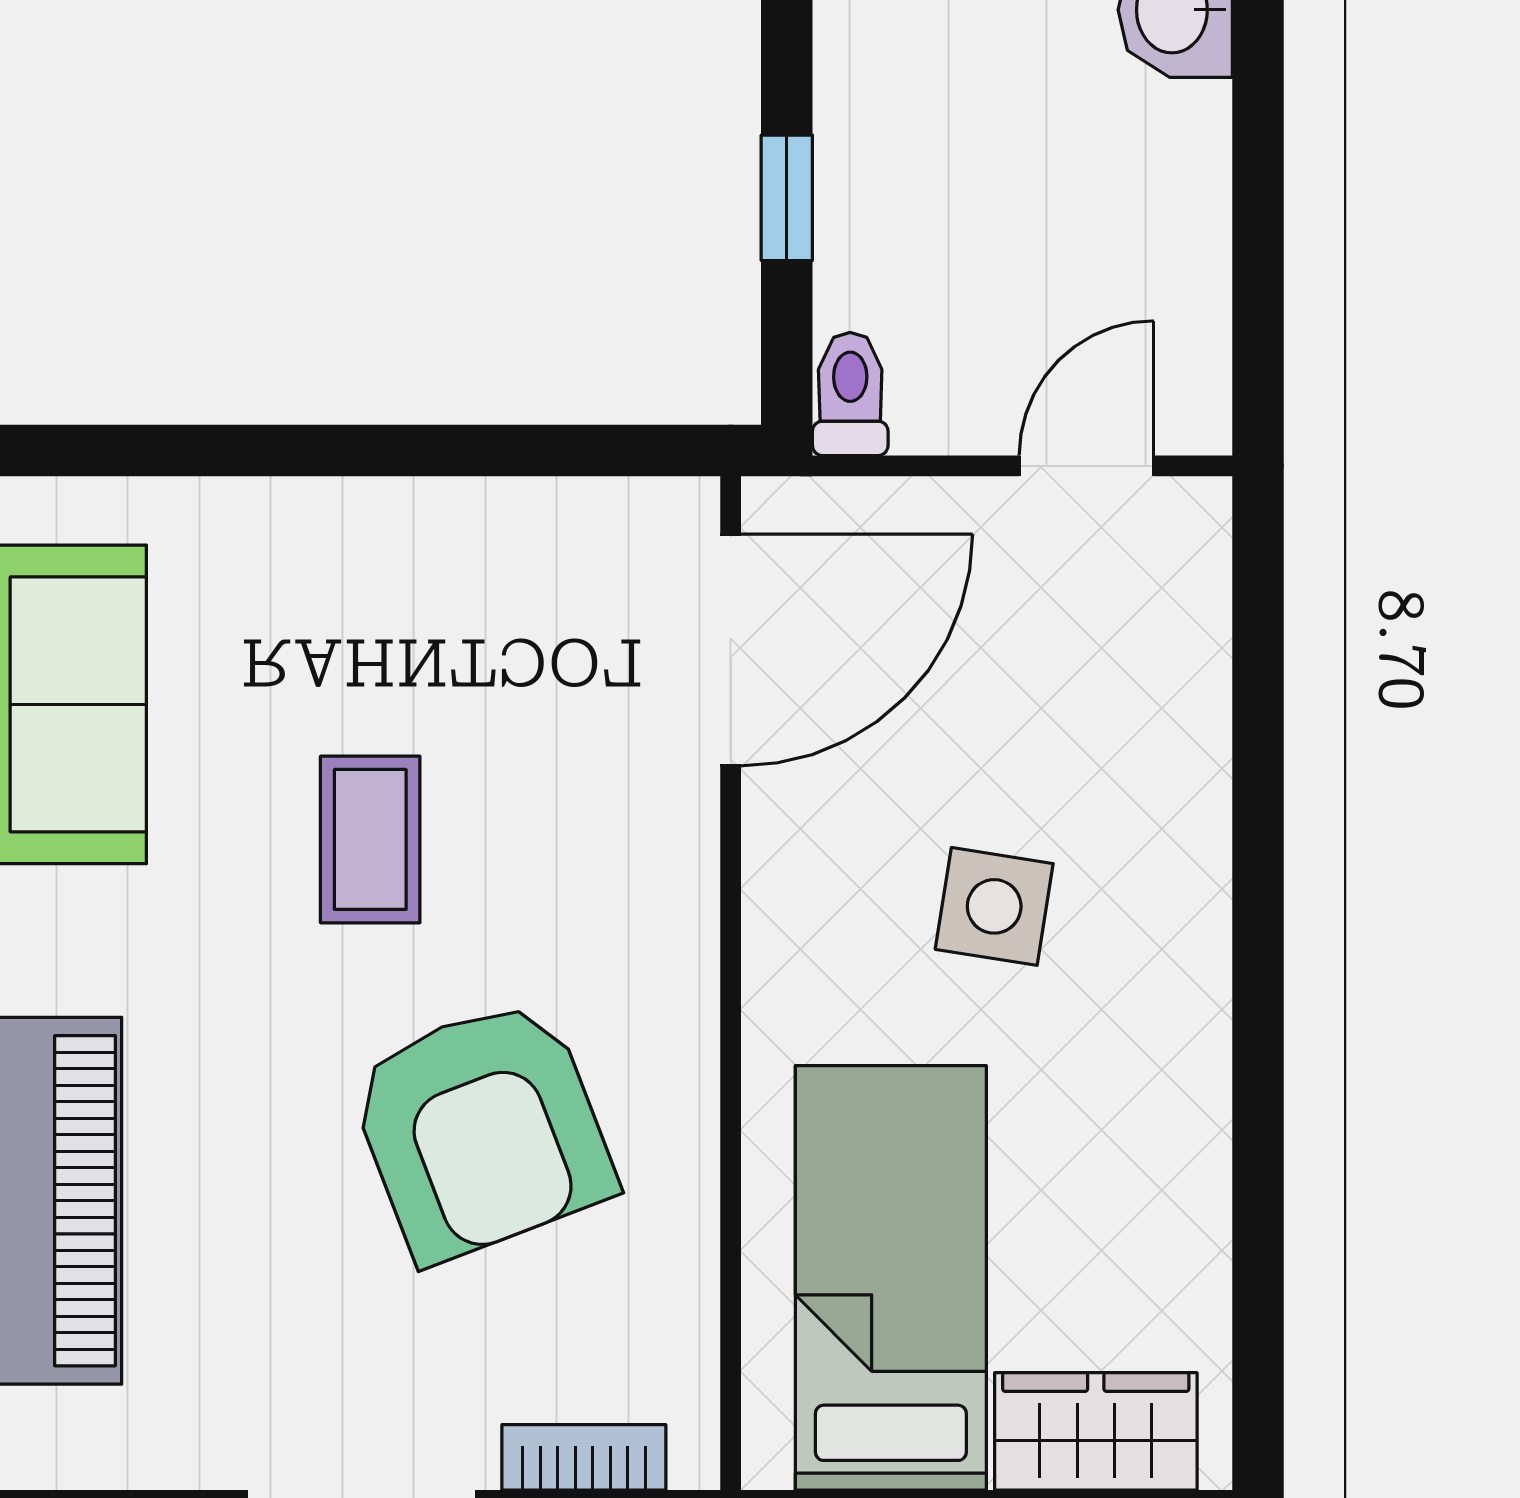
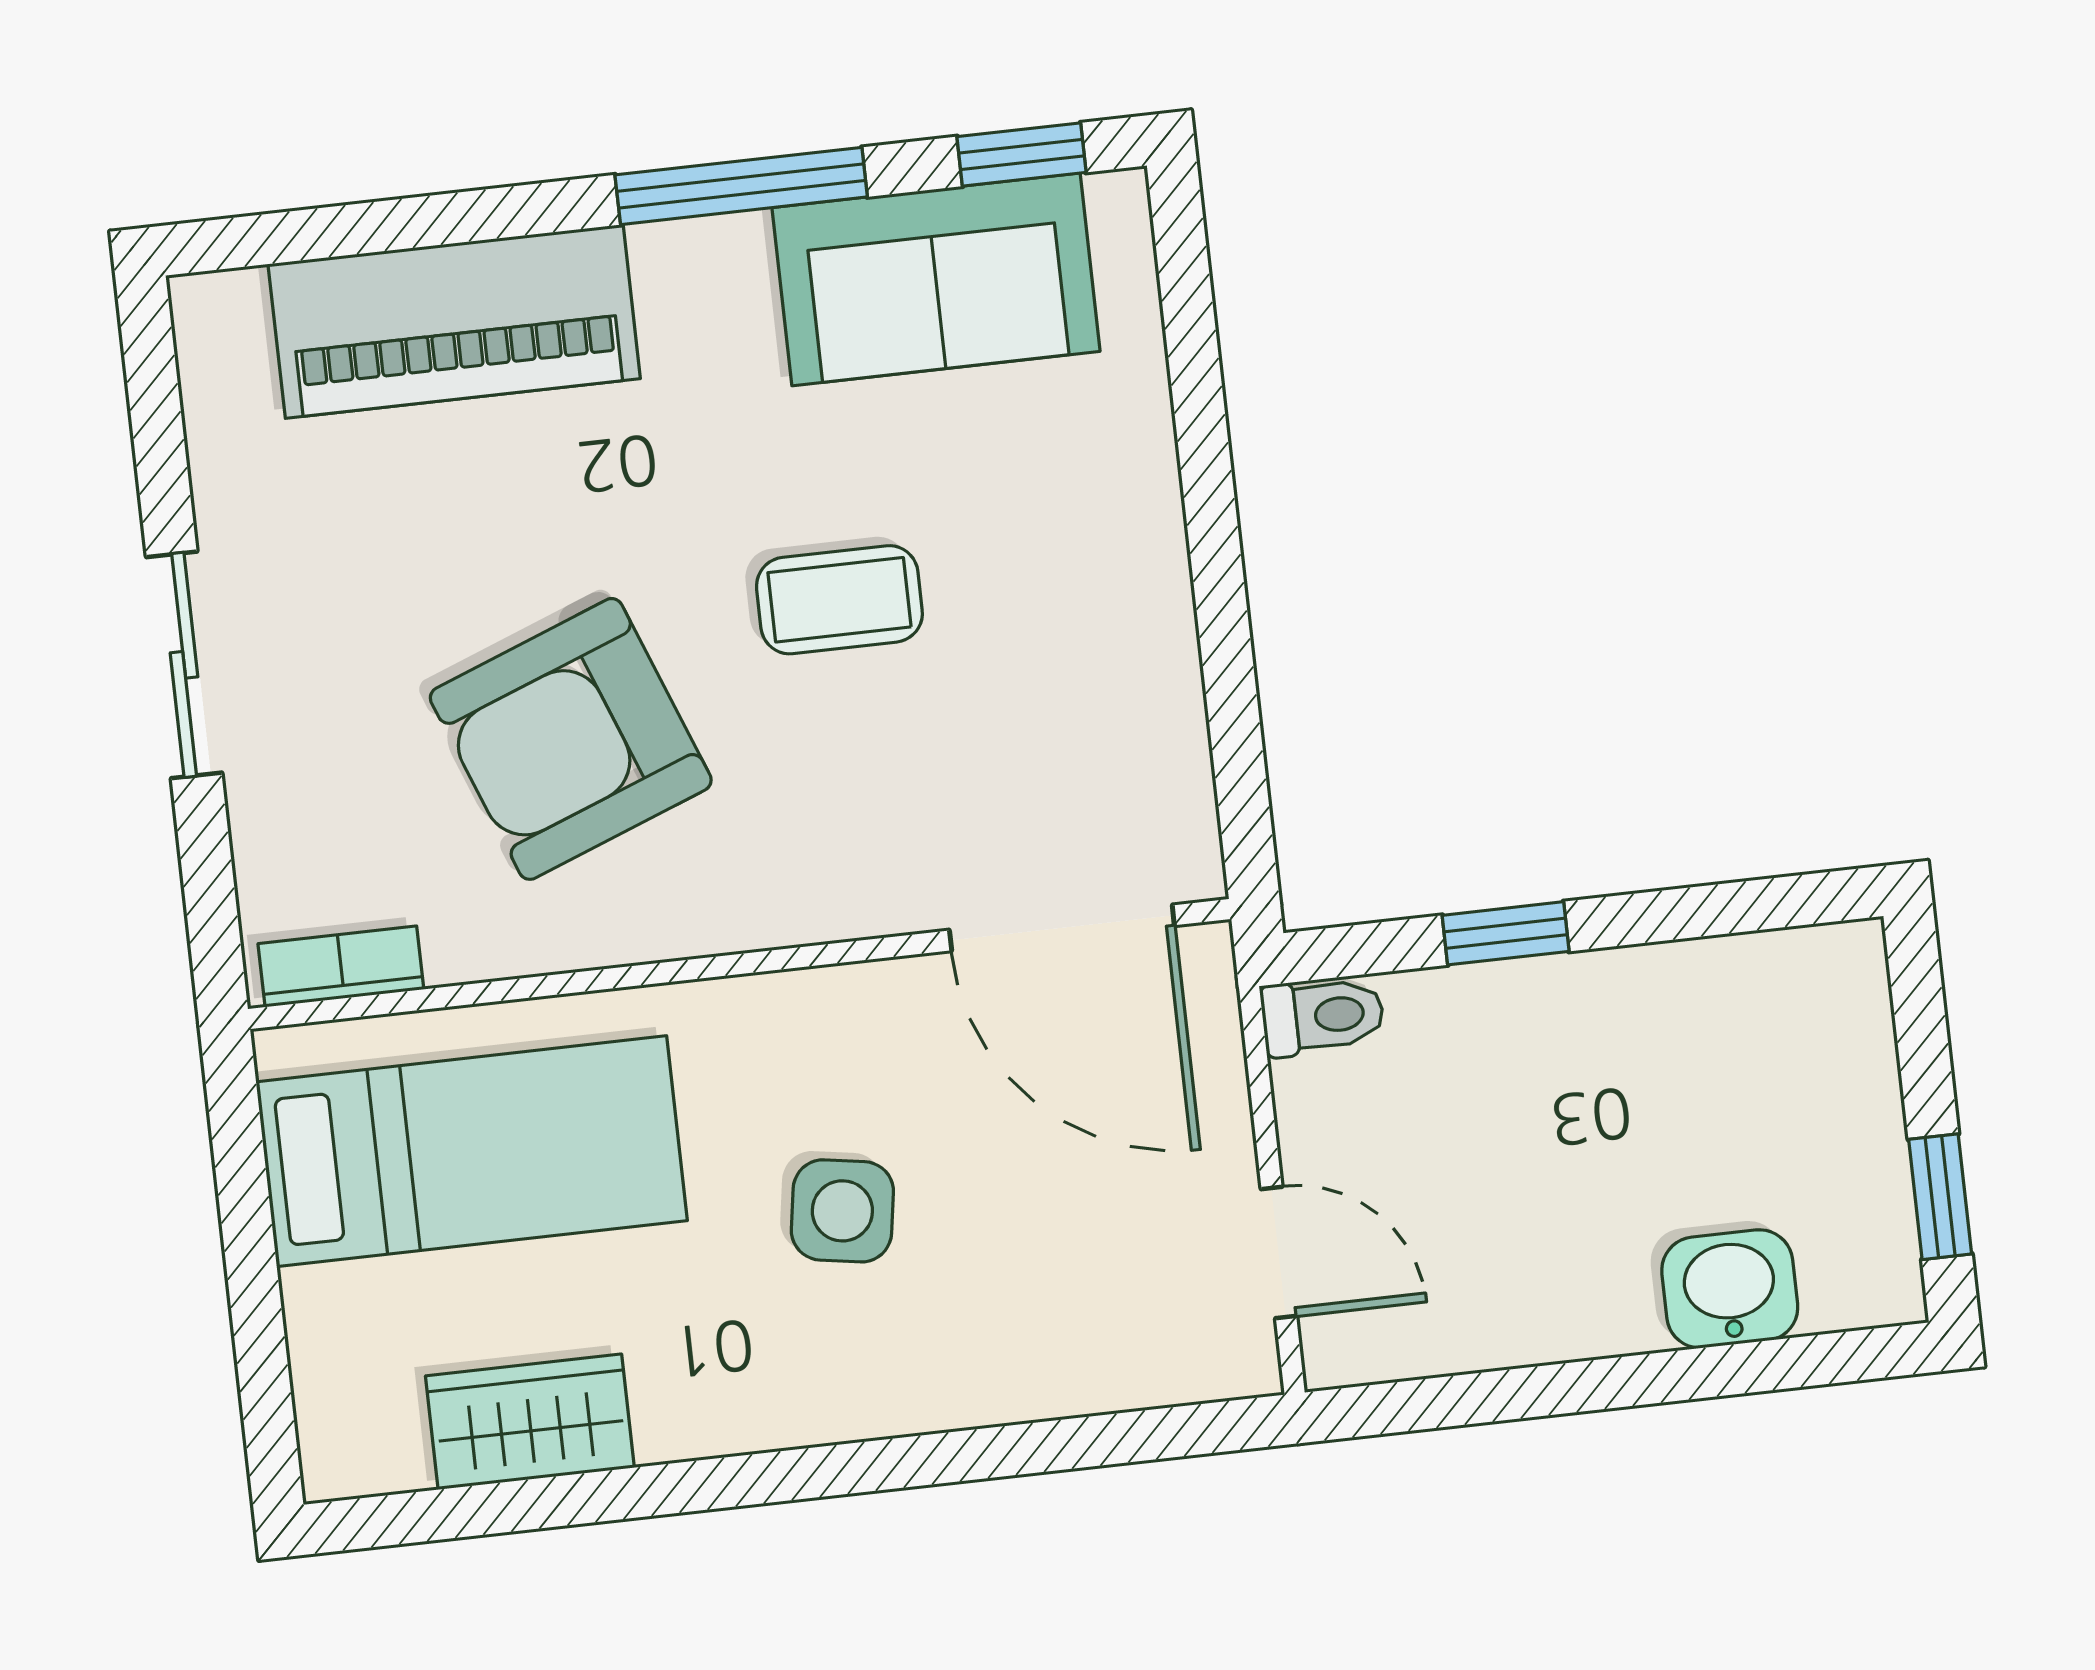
wardrobe: (1096, 1431) -> (530, 1422), moved, turned -90
bookcase: (584, 1457) -> (341, 967), moved, turned -90

